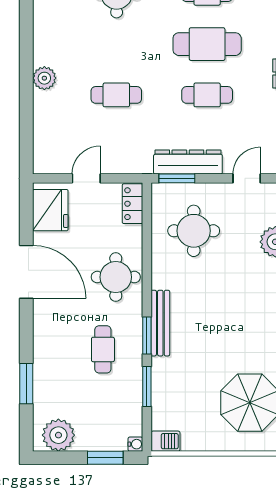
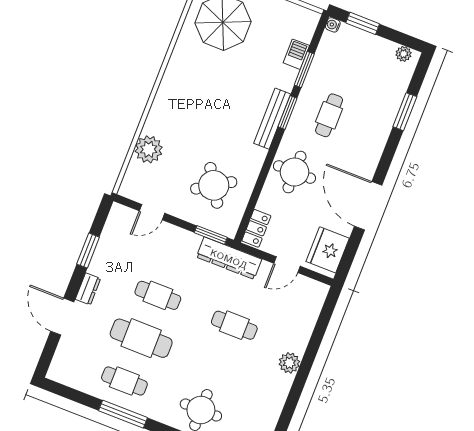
dresser: (188, 162) -> (229, 258), moved
round table: (194, 231) -> (214, 185), turned -32
plant: (58, 435) -> (404, 54), width x0.53, depth x0.53
barbecue: (165, 441) -> (296, 54), moved, turned 90

